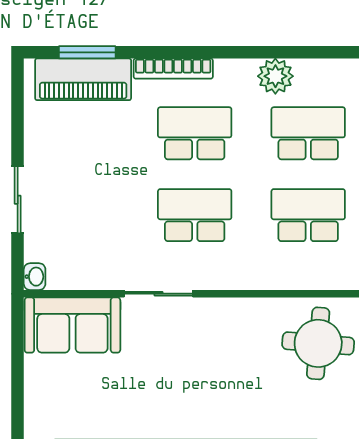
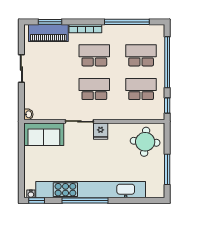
window: (274, 52) -> (127, 22), added
plant: (275, 76) -> (128, 32), removed
sliding door: (18, 200) -> (21, 68), moved
fridge: (210, 318) -> (101, 131), added

